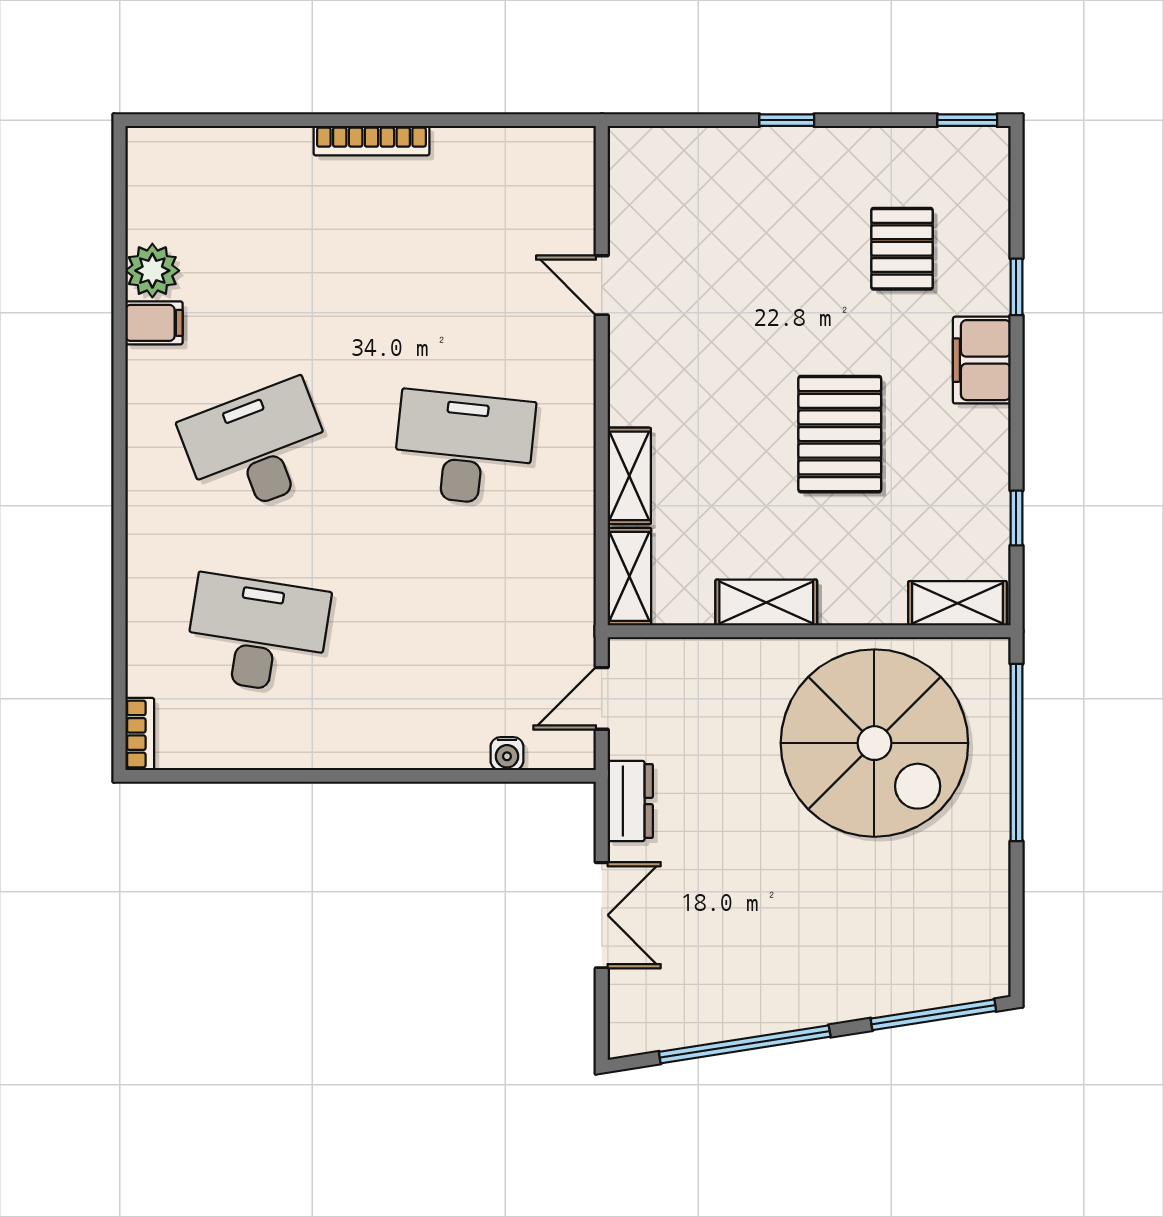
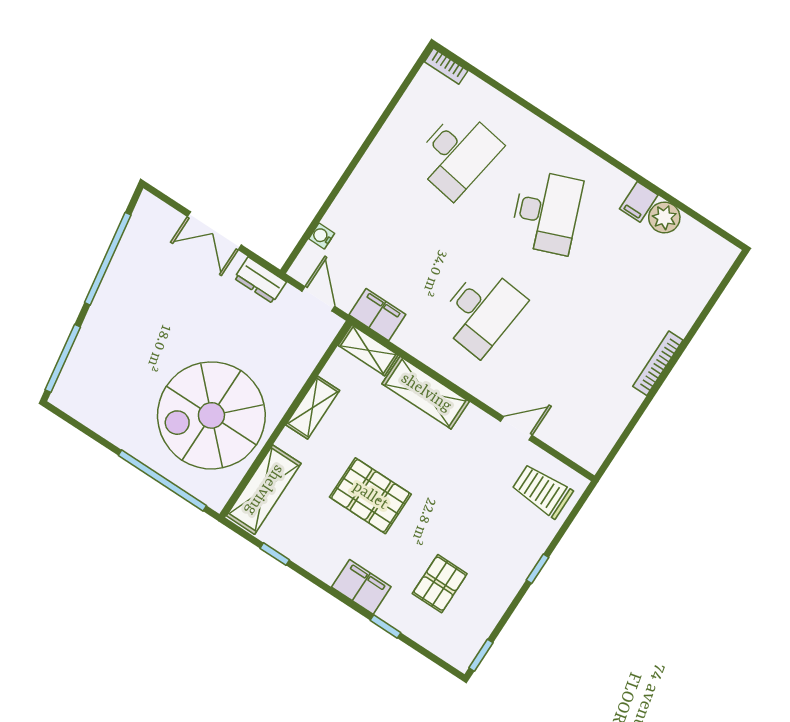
trolley: (668, 188) -> (542, 491), added
pallet: (902, 249) -> (440, 584), turned 90
shelving: (629, 476) -> (426, 393), width x1.50, depth x1.33
filing cabinet: (568, 597) -> (377, 315), added
shelving: (957, 603) -> (264, 490), width x1.50, depth x1.33

